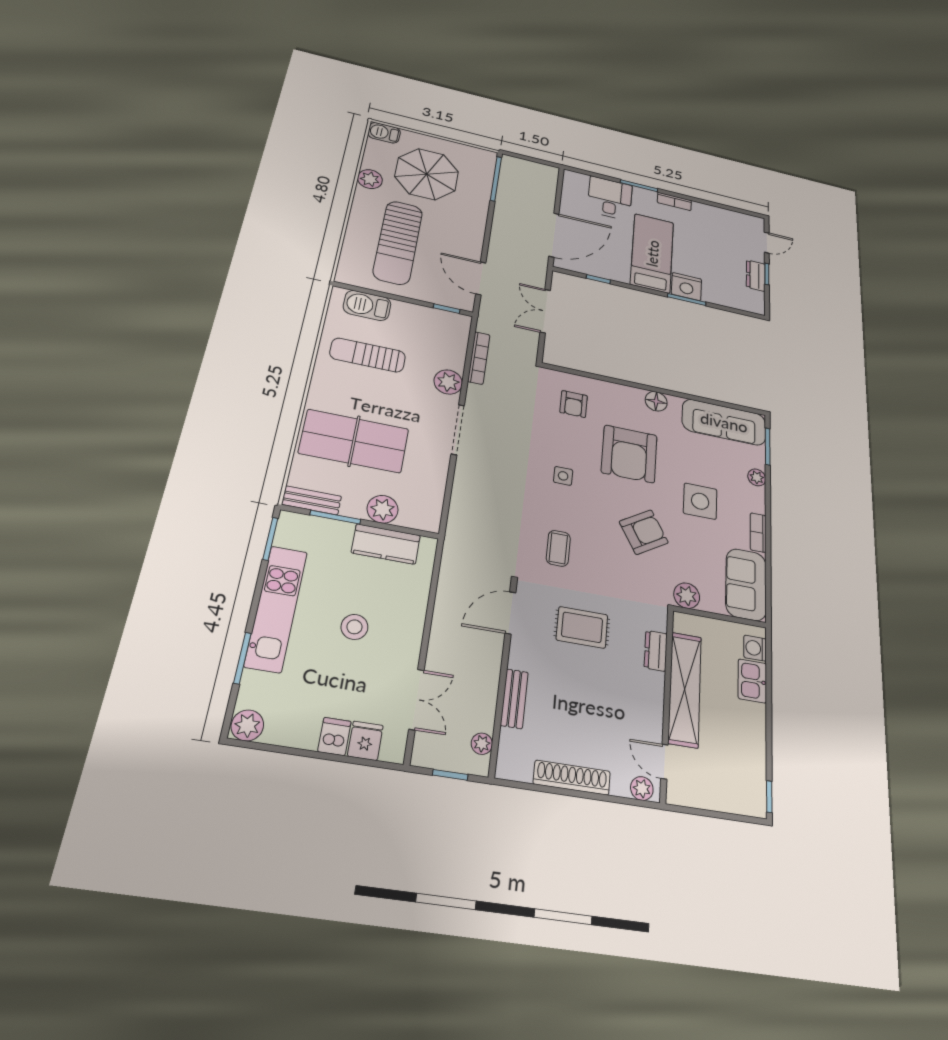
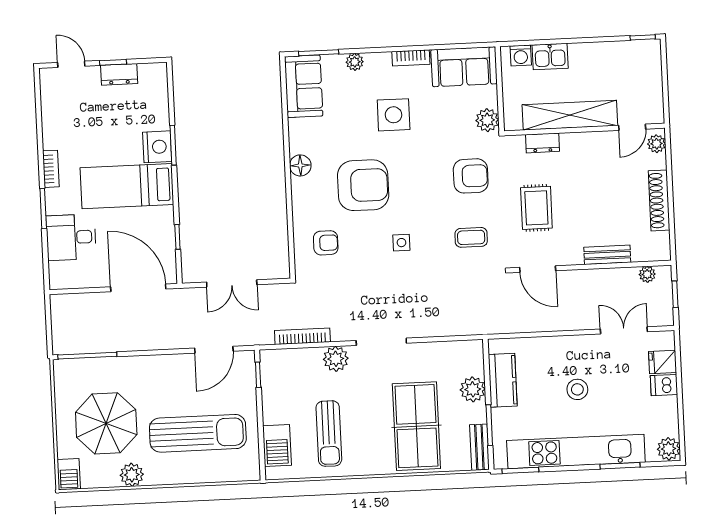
sofa: (724, 422) -> (304, 86), width x0.73
armchair: (644, 532) -> (471, 176), moved, turned 121
kitchen unit: (276, 608) -> (576, 451), width x1.36

